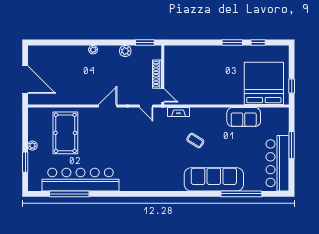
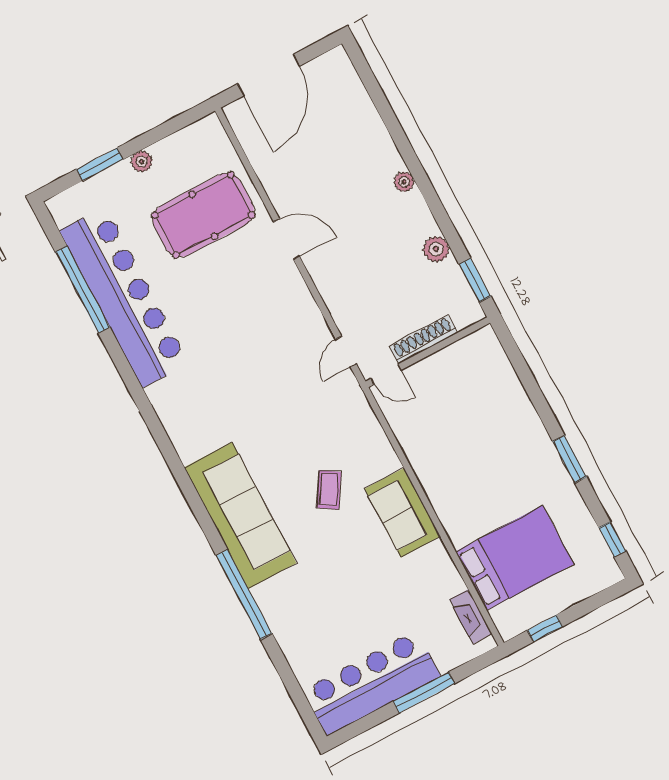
window: (258, 43) -> (612, 539), moved
bed: (264, 83) -> (515, 558), width x0.73
door: (163, 95) -> (386, 374), hinge flipped
door: (108, 106) -> (286, 239), moved
fireplace: (179, 112) -> (471, 617), moved
sofa: (244, 117) -> (402, 513), moved
sofa: (214, 179) -> (240, 515), moved
window: (241, 194) -> (244, 594), moved

